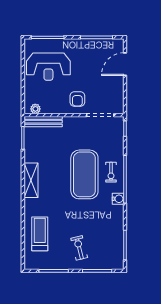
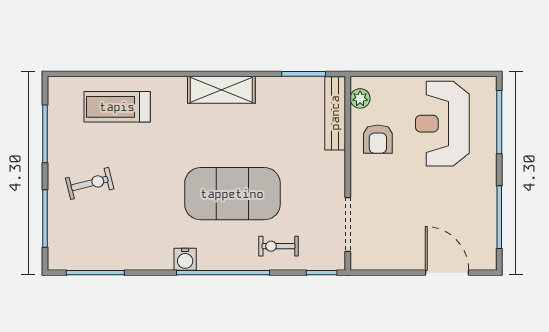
armchair: (77, 99) -> (378, 139), moved, turned -90
exercise bike: (111, 172) -> (278, 246), moved
treadmill: (40, 234) -> (117, 107), turned 180

